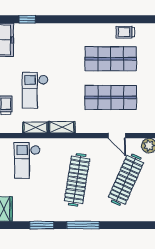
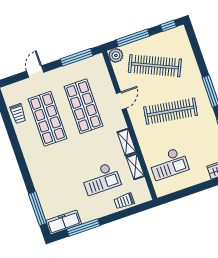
window: (27, 19) -> (38, 209), width x2.17
door: (117, 136) -> (121, 101), moved

